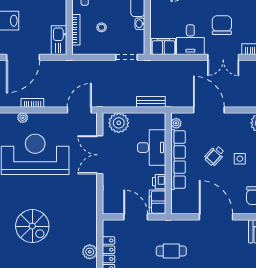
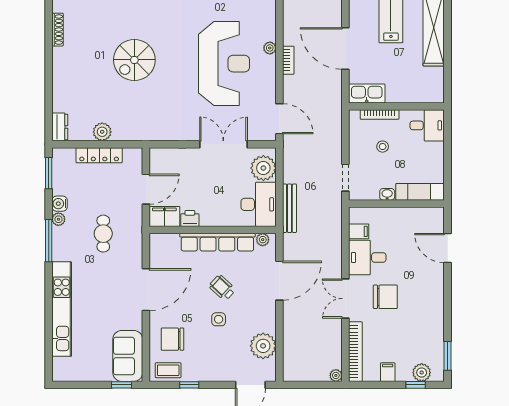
filing cabinet: (163, 47) -> (359, 231), width x0.50
bench: (151, 102) -> (289, 208), width x1.36
desk: (152, 148) -> (259, 204), moved, turned -90

